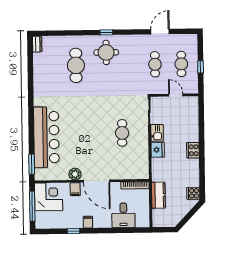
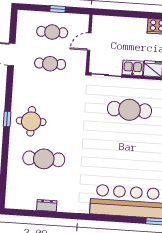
dresser: (37, 44) -> (47, 205), moved
cafe table: (122, 133) -> (129, 110), width x1.37, depth x1.35

